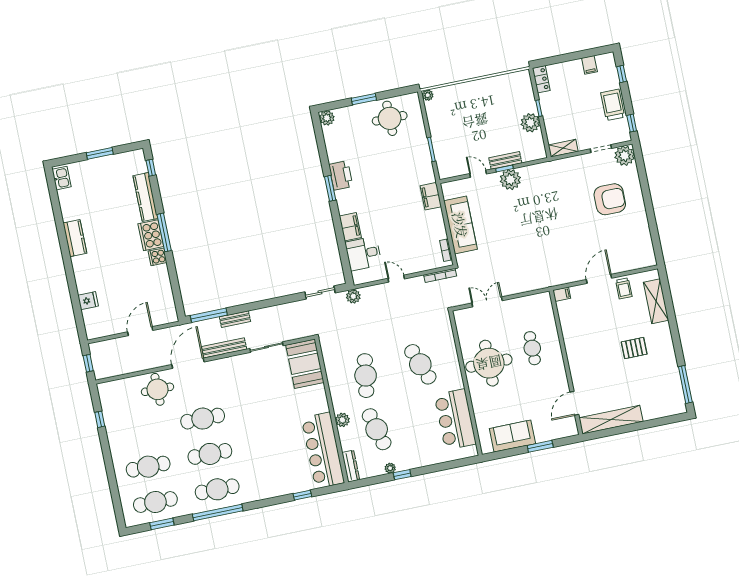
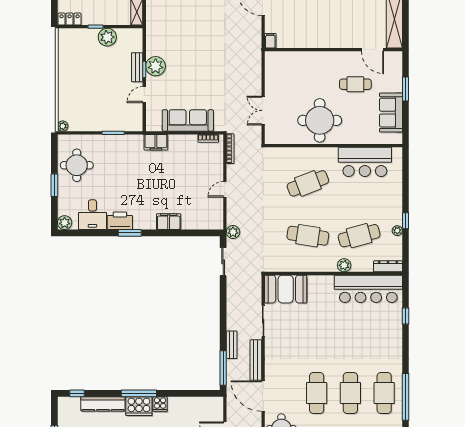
desk: (363, 254) -> (92, 215), moved
cafe table: (532, 348) -> (355, 84), moved

